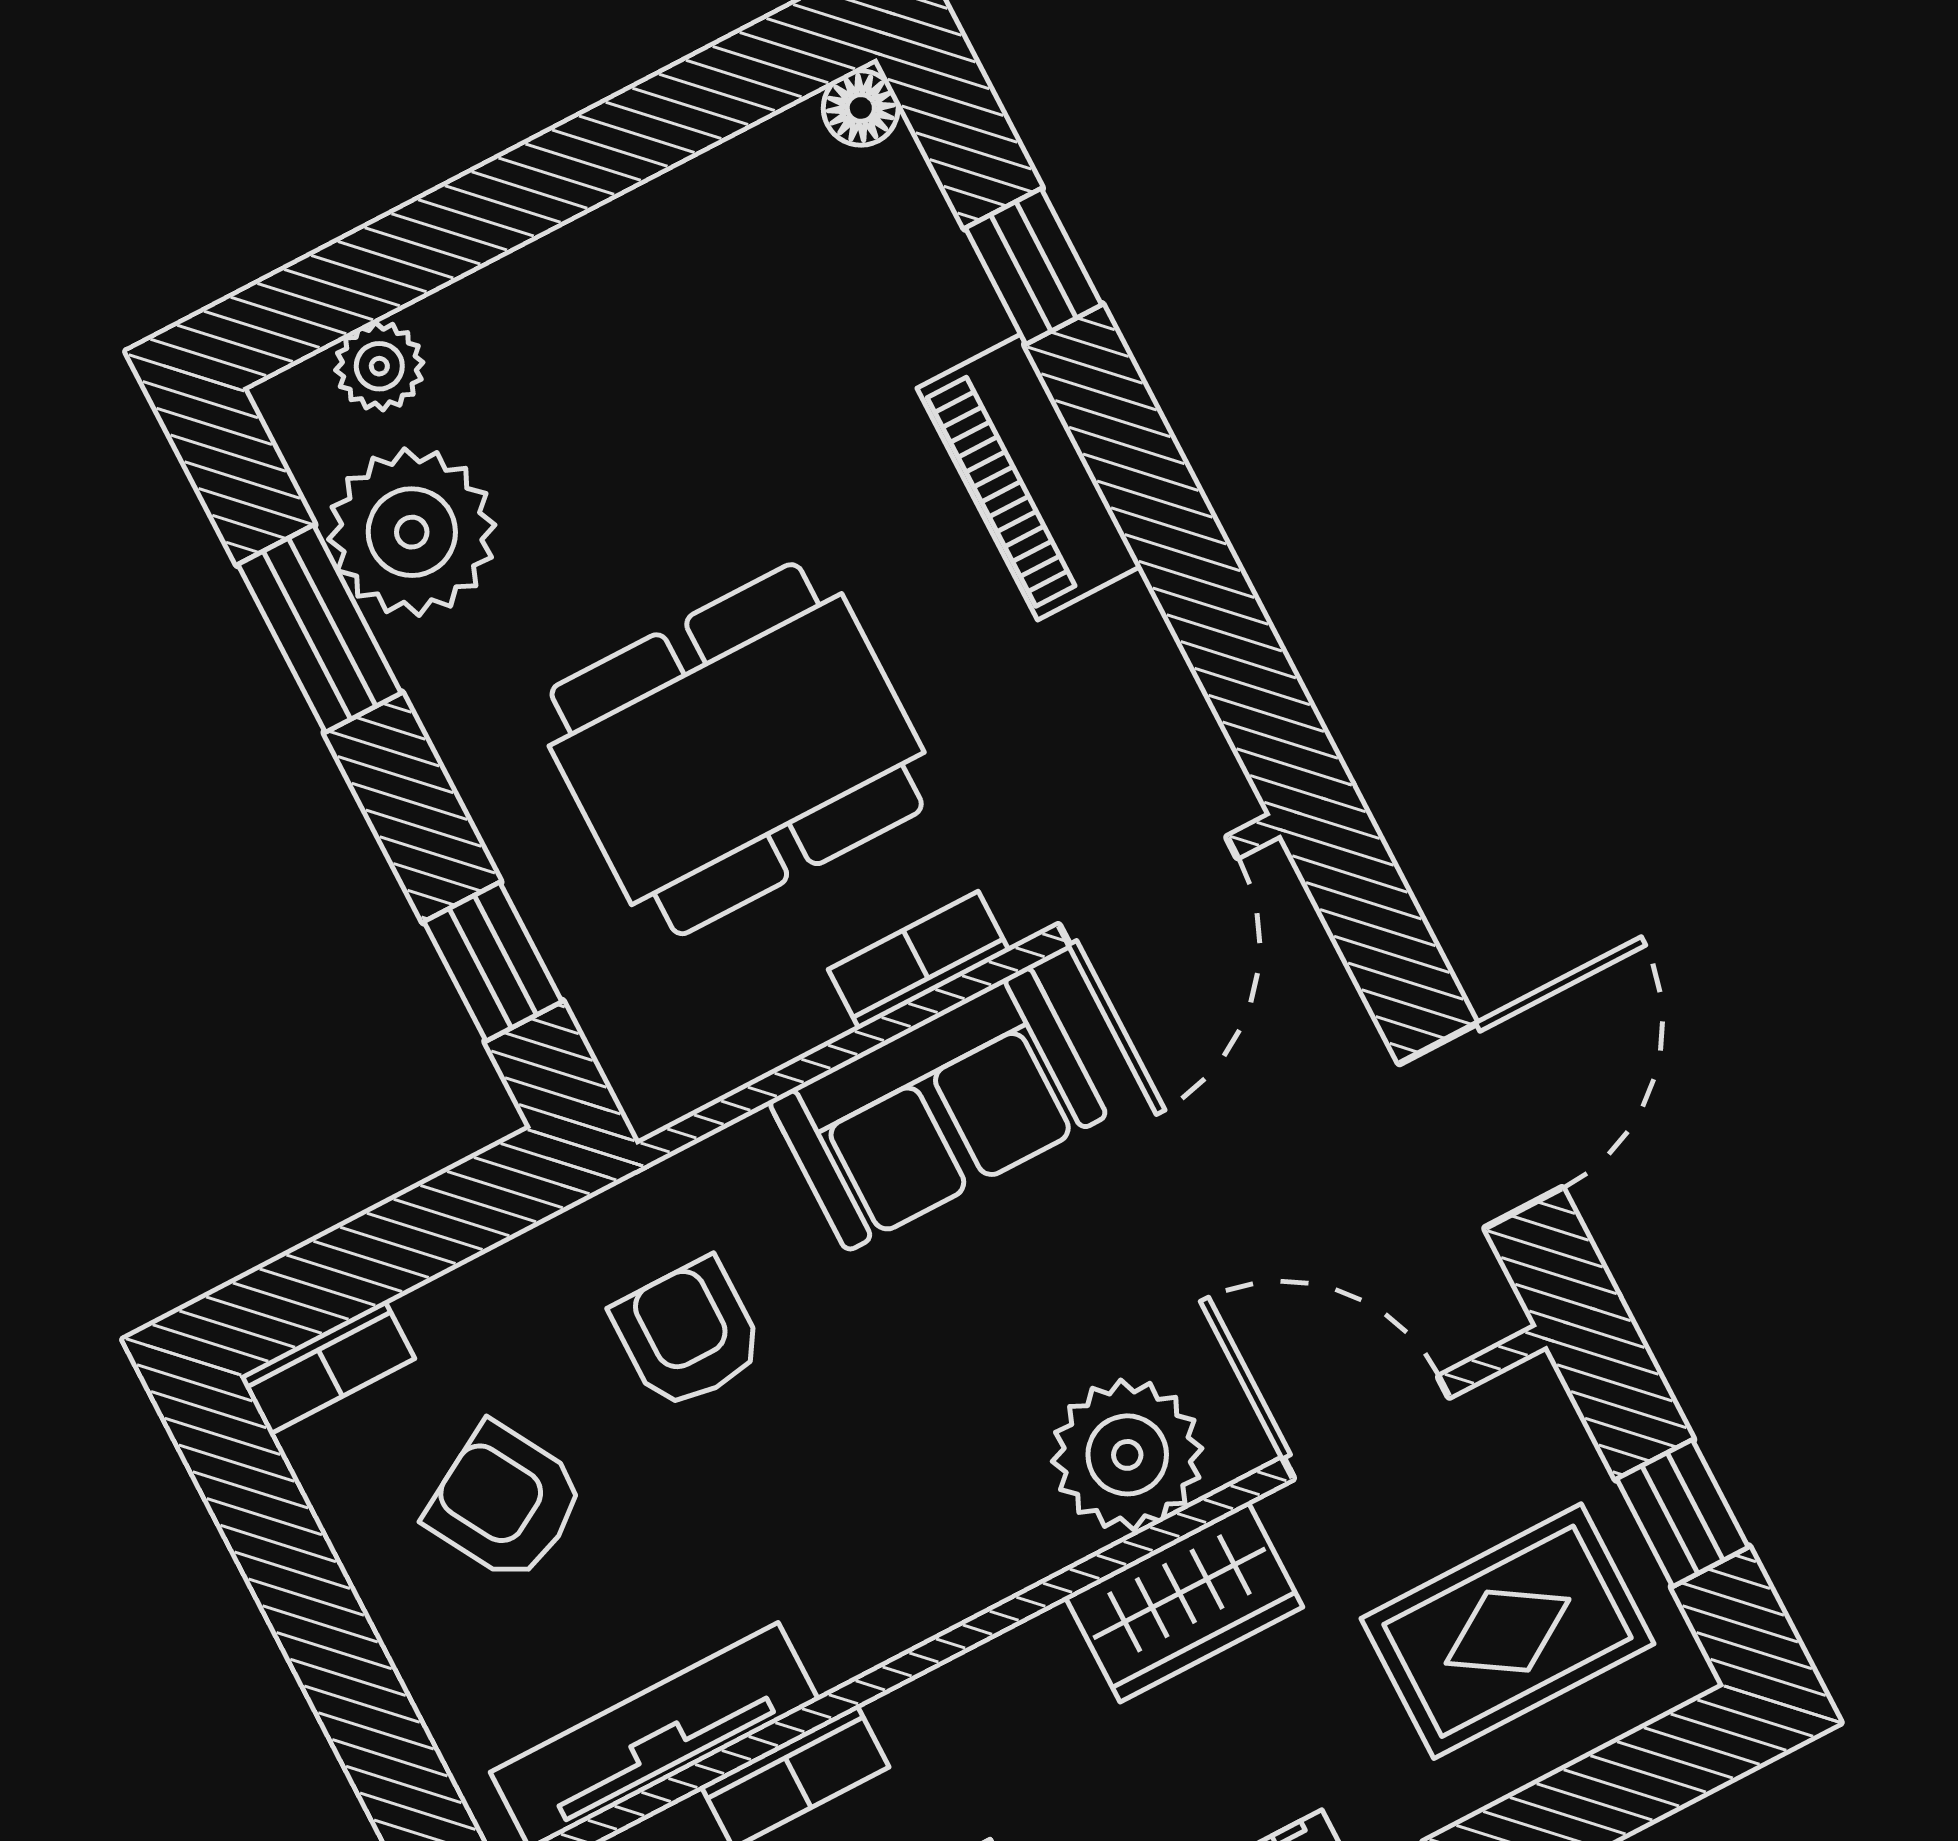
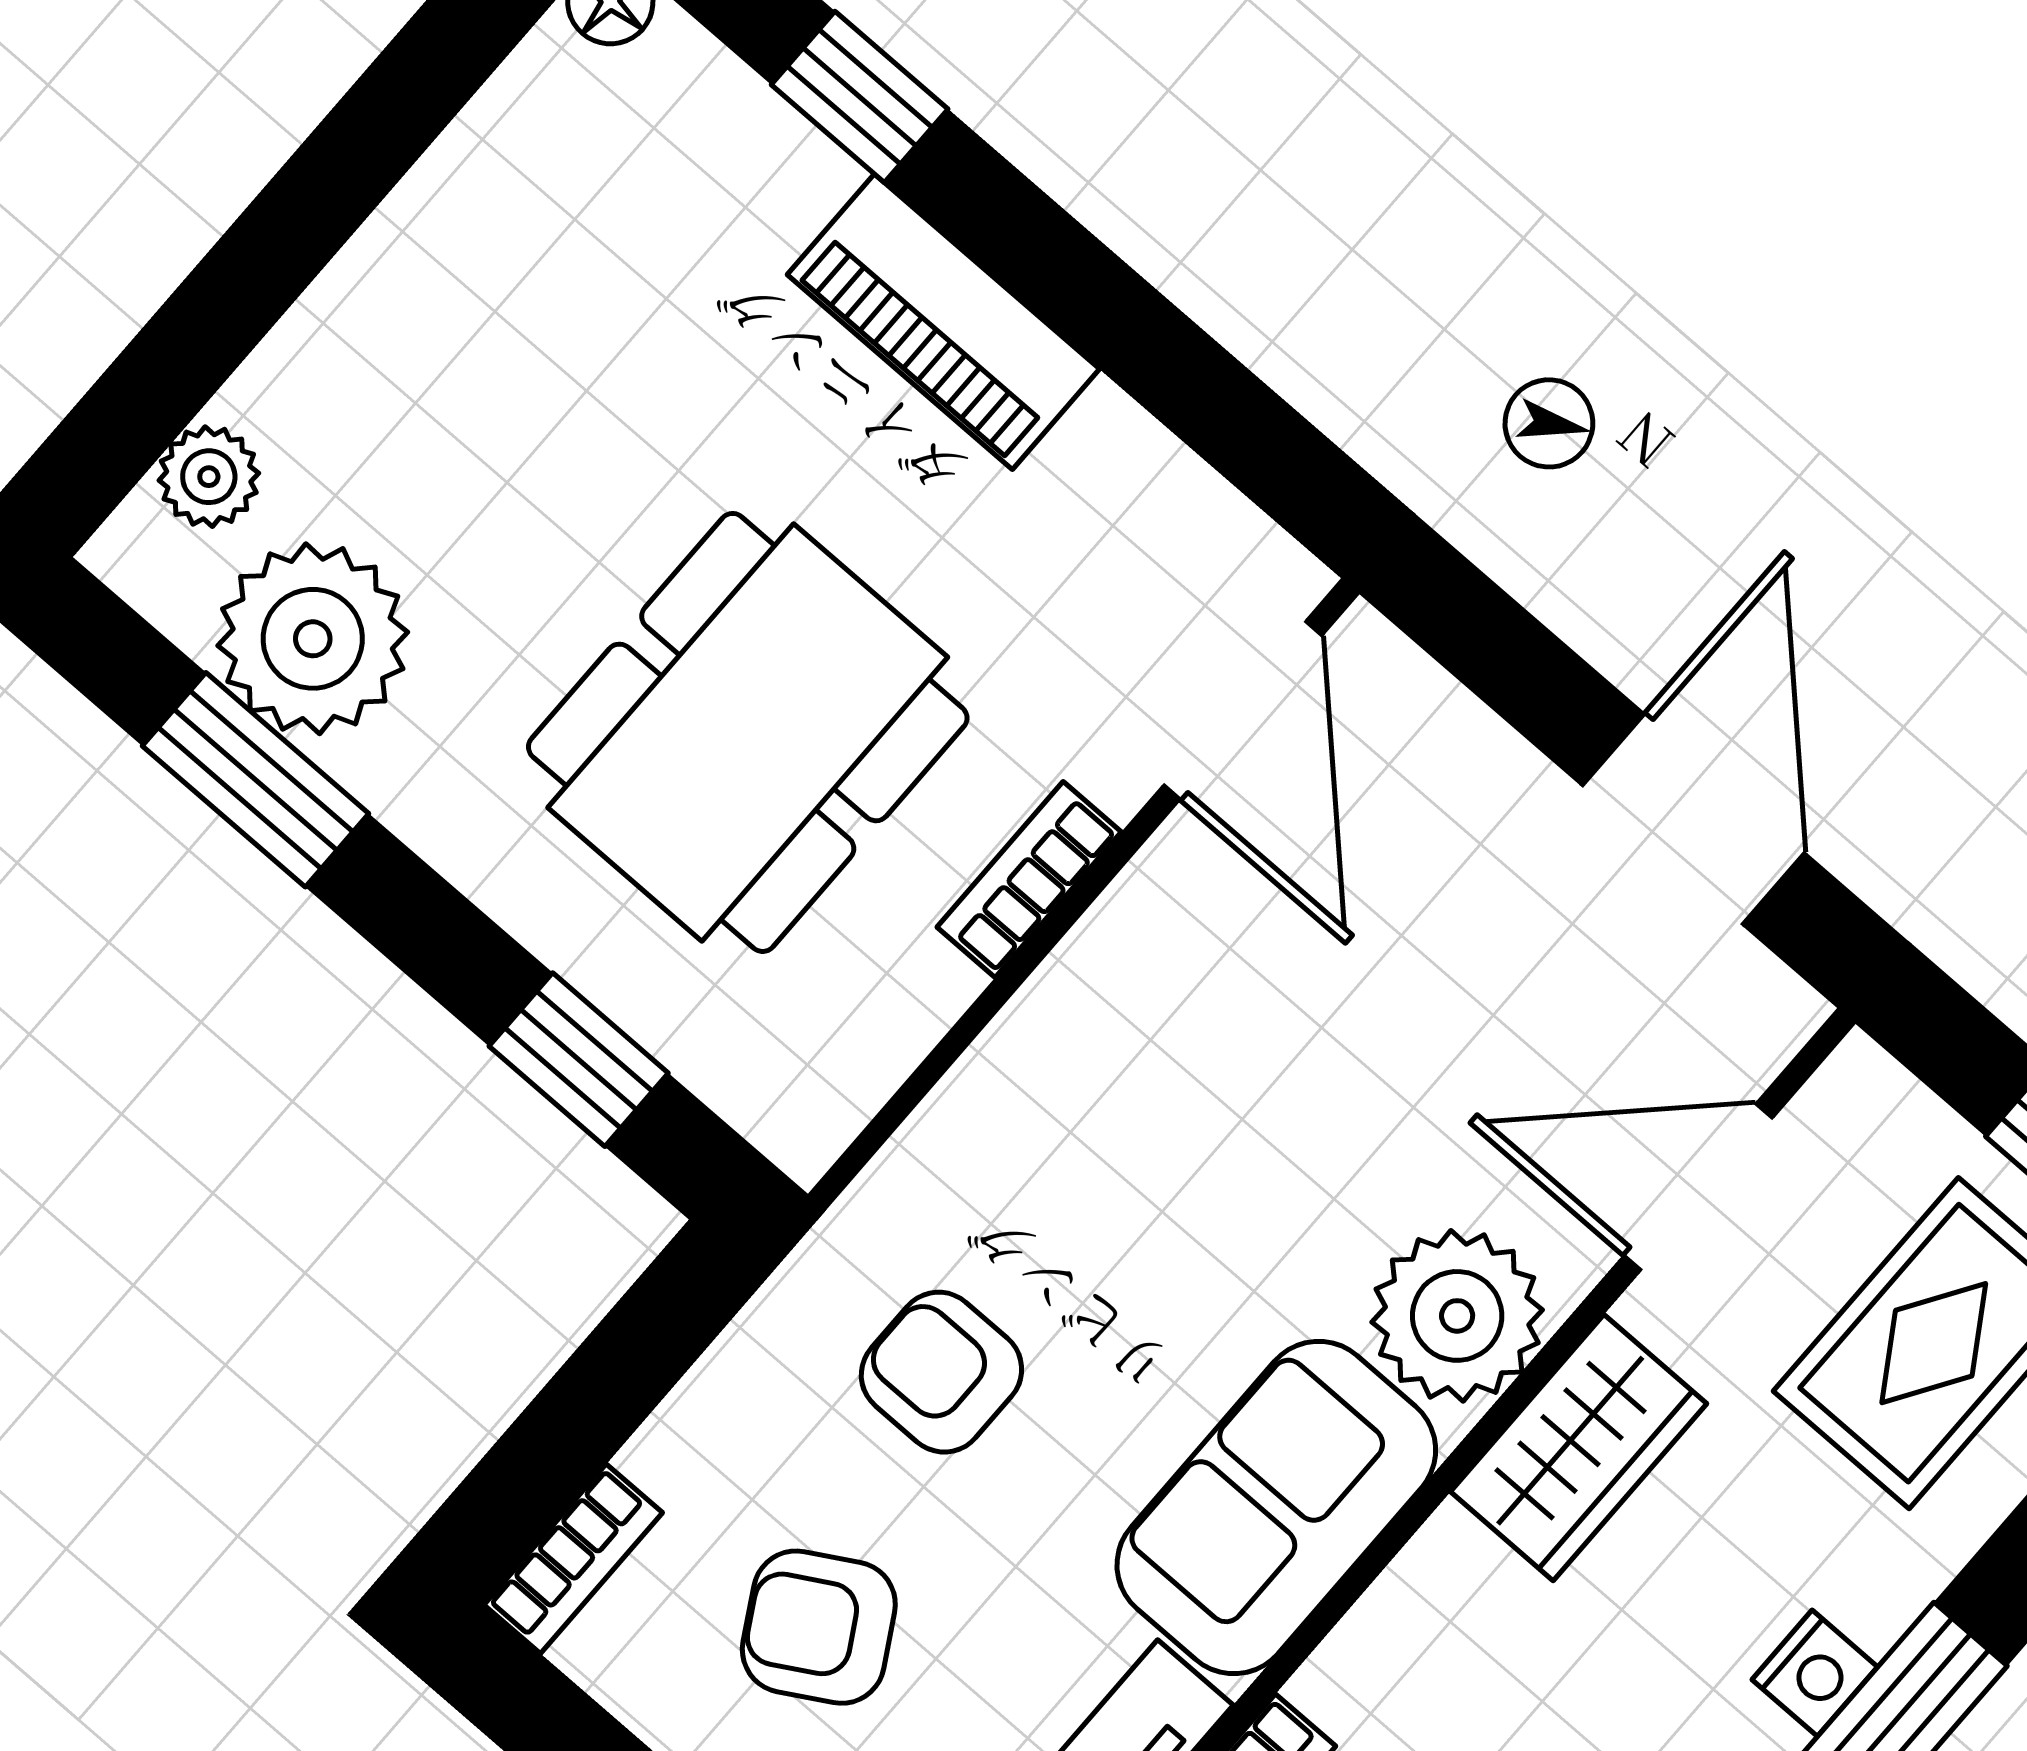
sofa: (938, 1109) -> (1276, 1507), moved, turned 180

